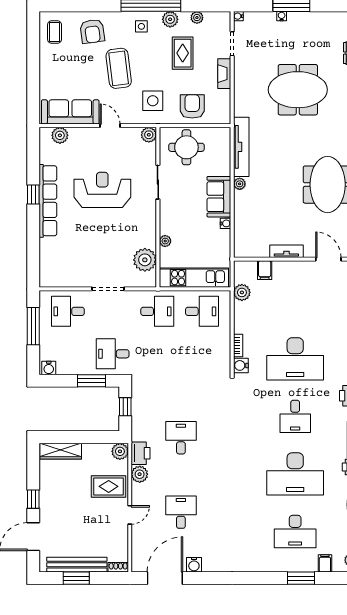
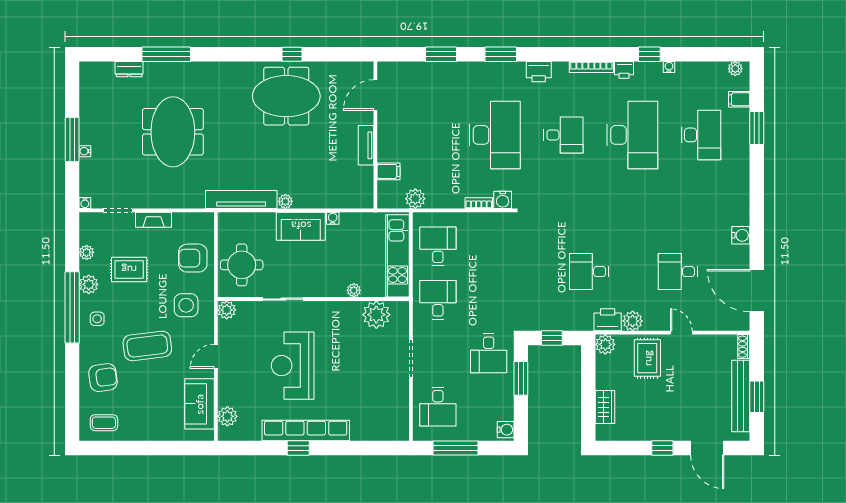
sofa: (70, 112) -> (199, 404), width x0.73
wardrobe: (61, 451) -> (605, 407), width x0.67
water cooler: (194, 565) -> (741, 235), moved

